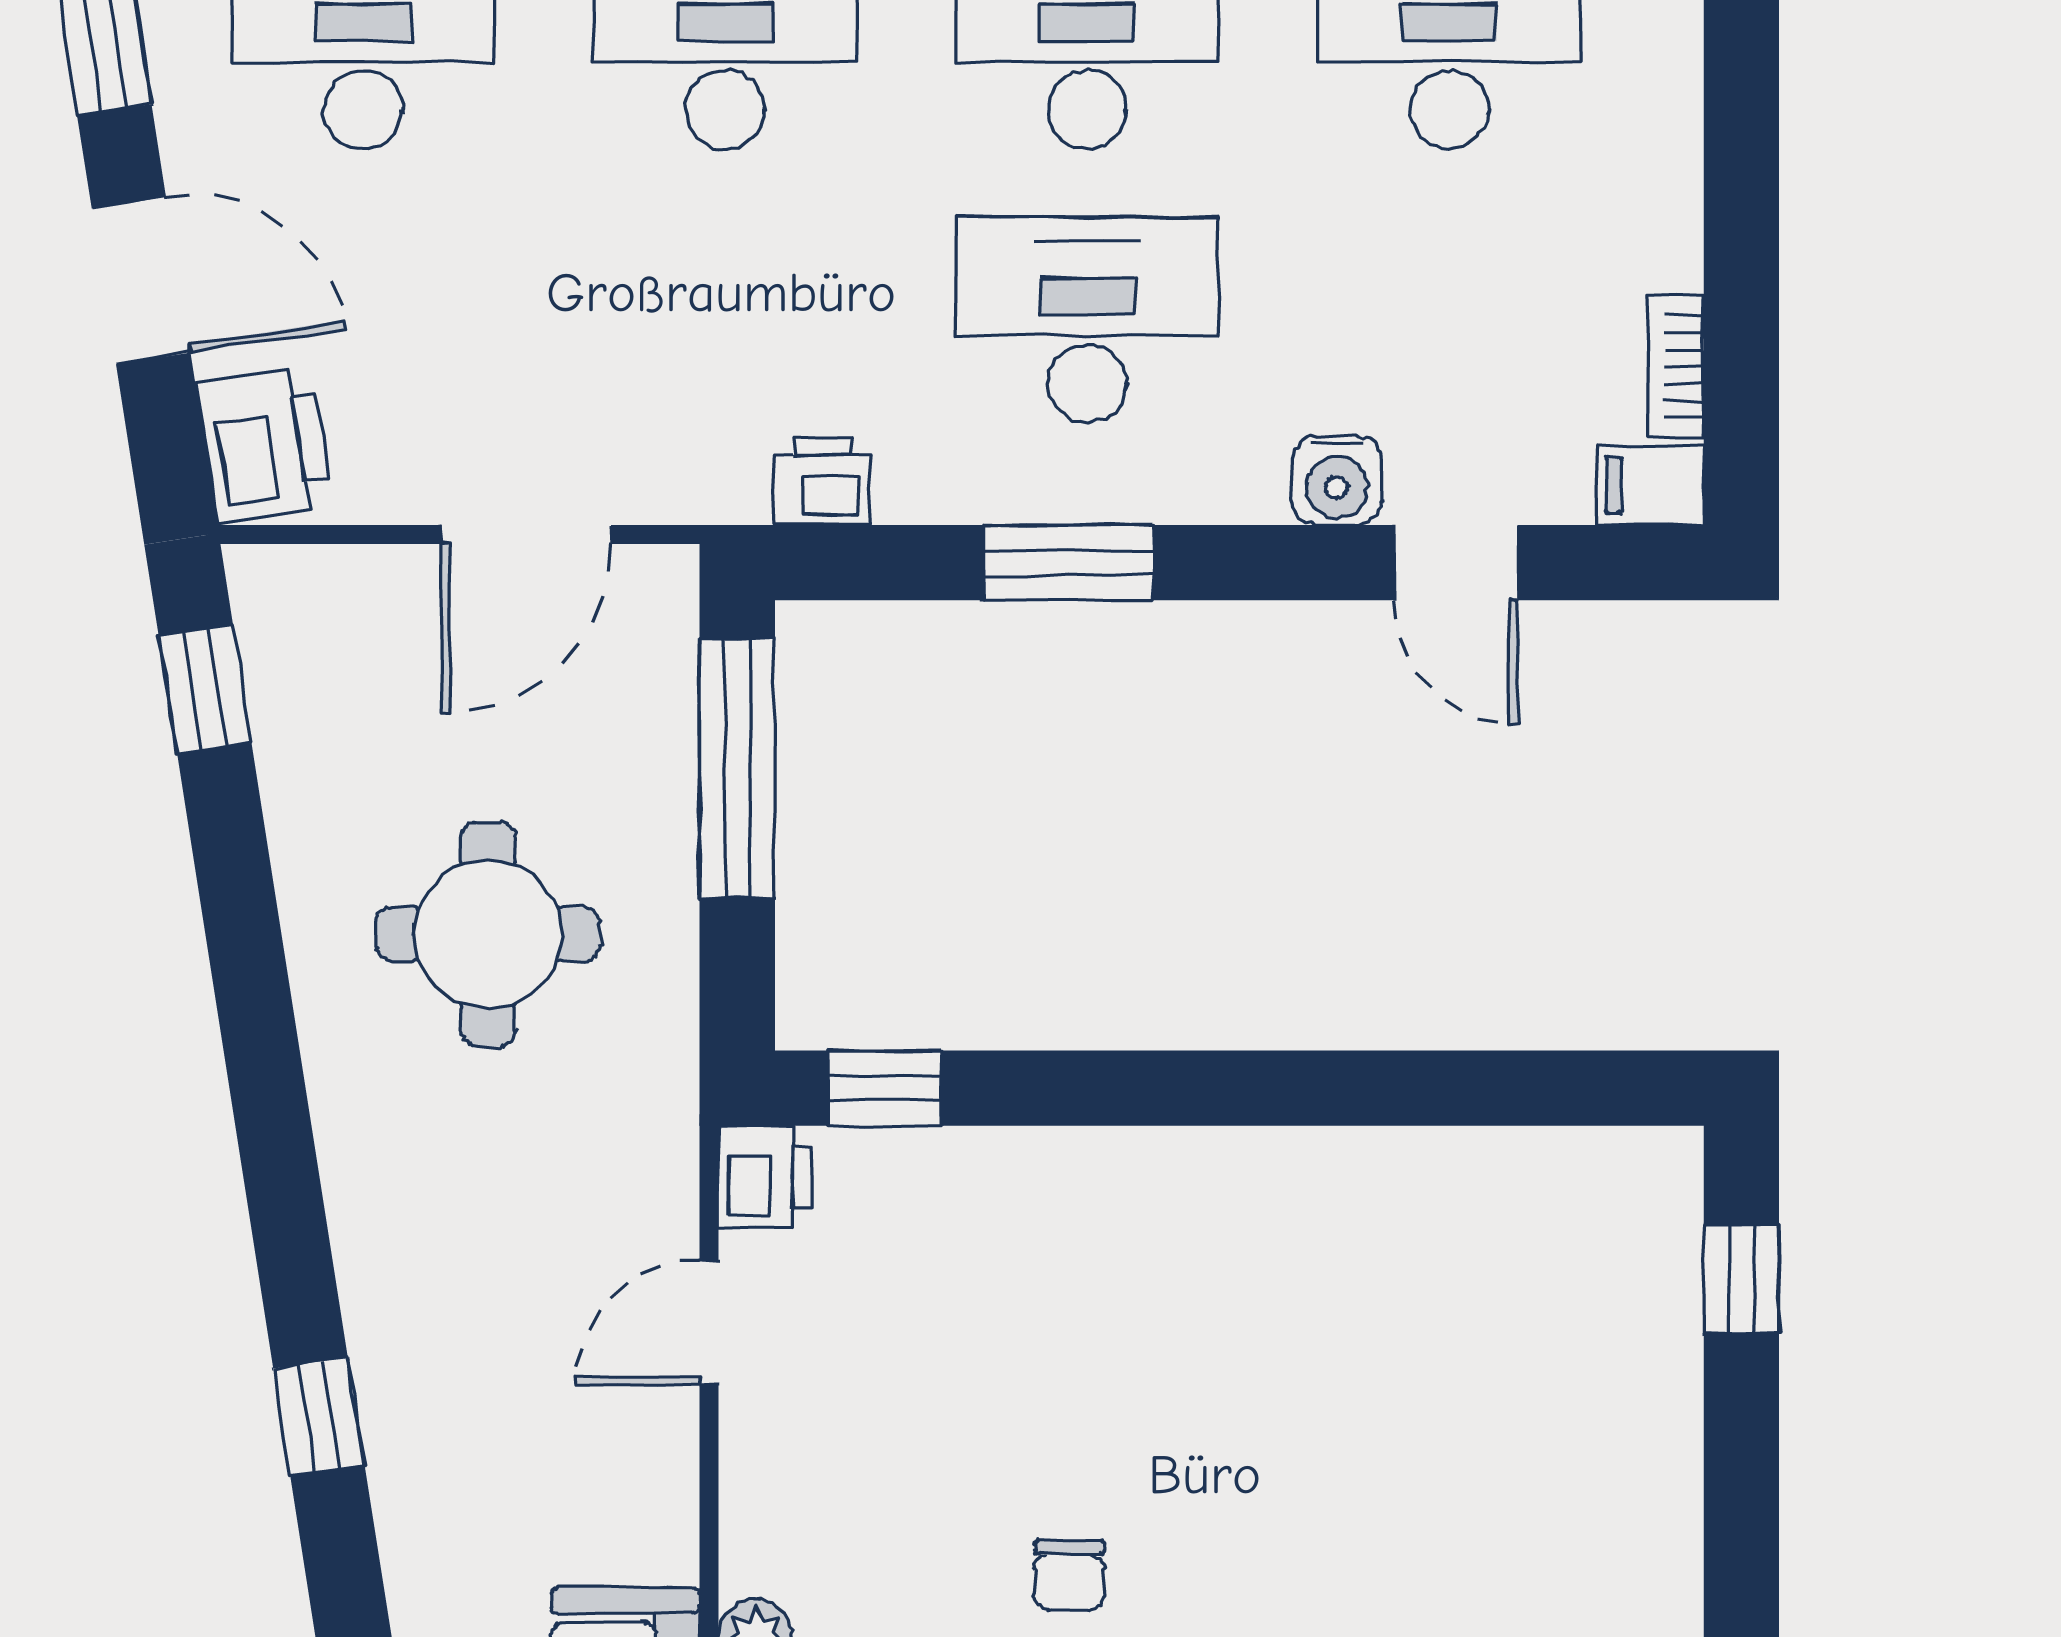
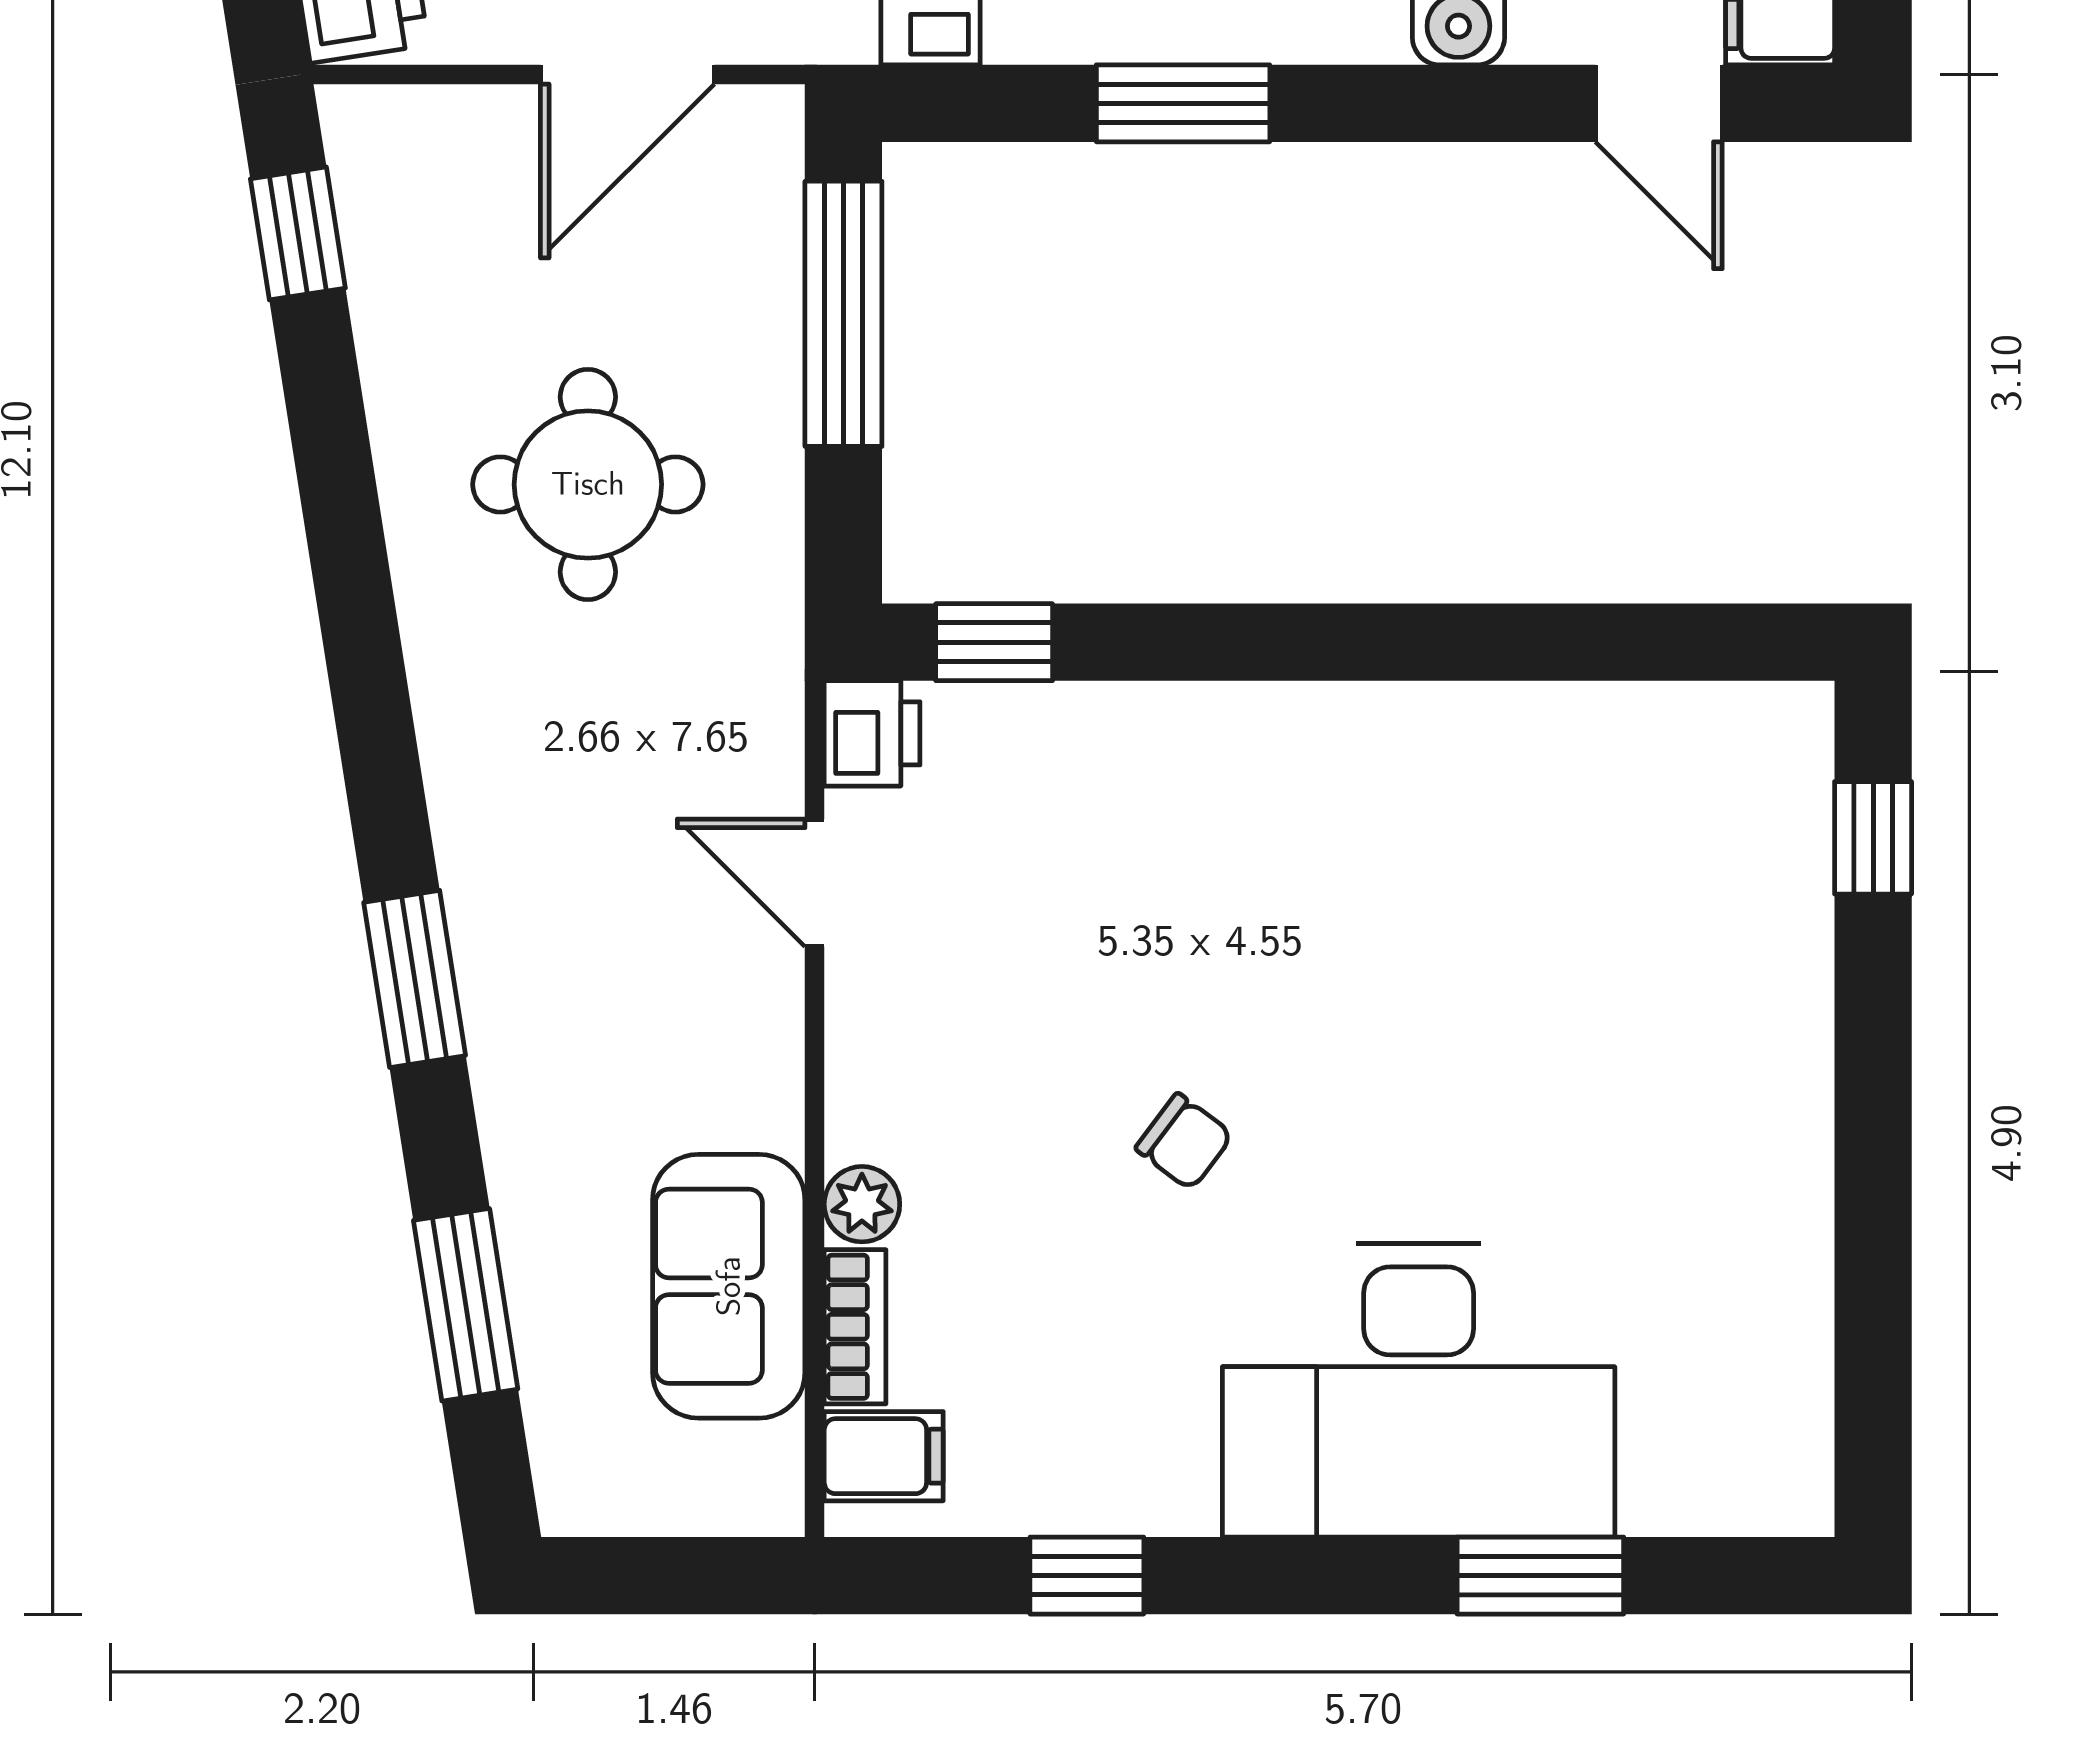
door: (1456, 563) -> (1659, 103), moved
door: (709, 1323) -> (815, 883), hinge flipped
window: (319, 1417) -> (415, 979), width x1.50
chair: (1070, 1575) -> (1184, 1142), turned -53

